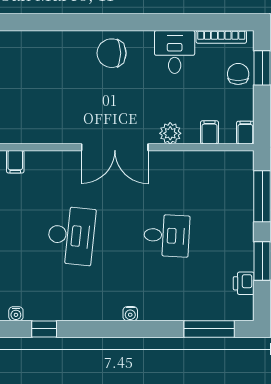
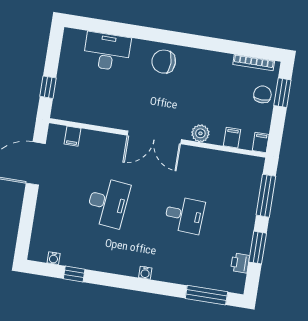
desk: (175, 52) -> (107, 52), moved, width x1.37

